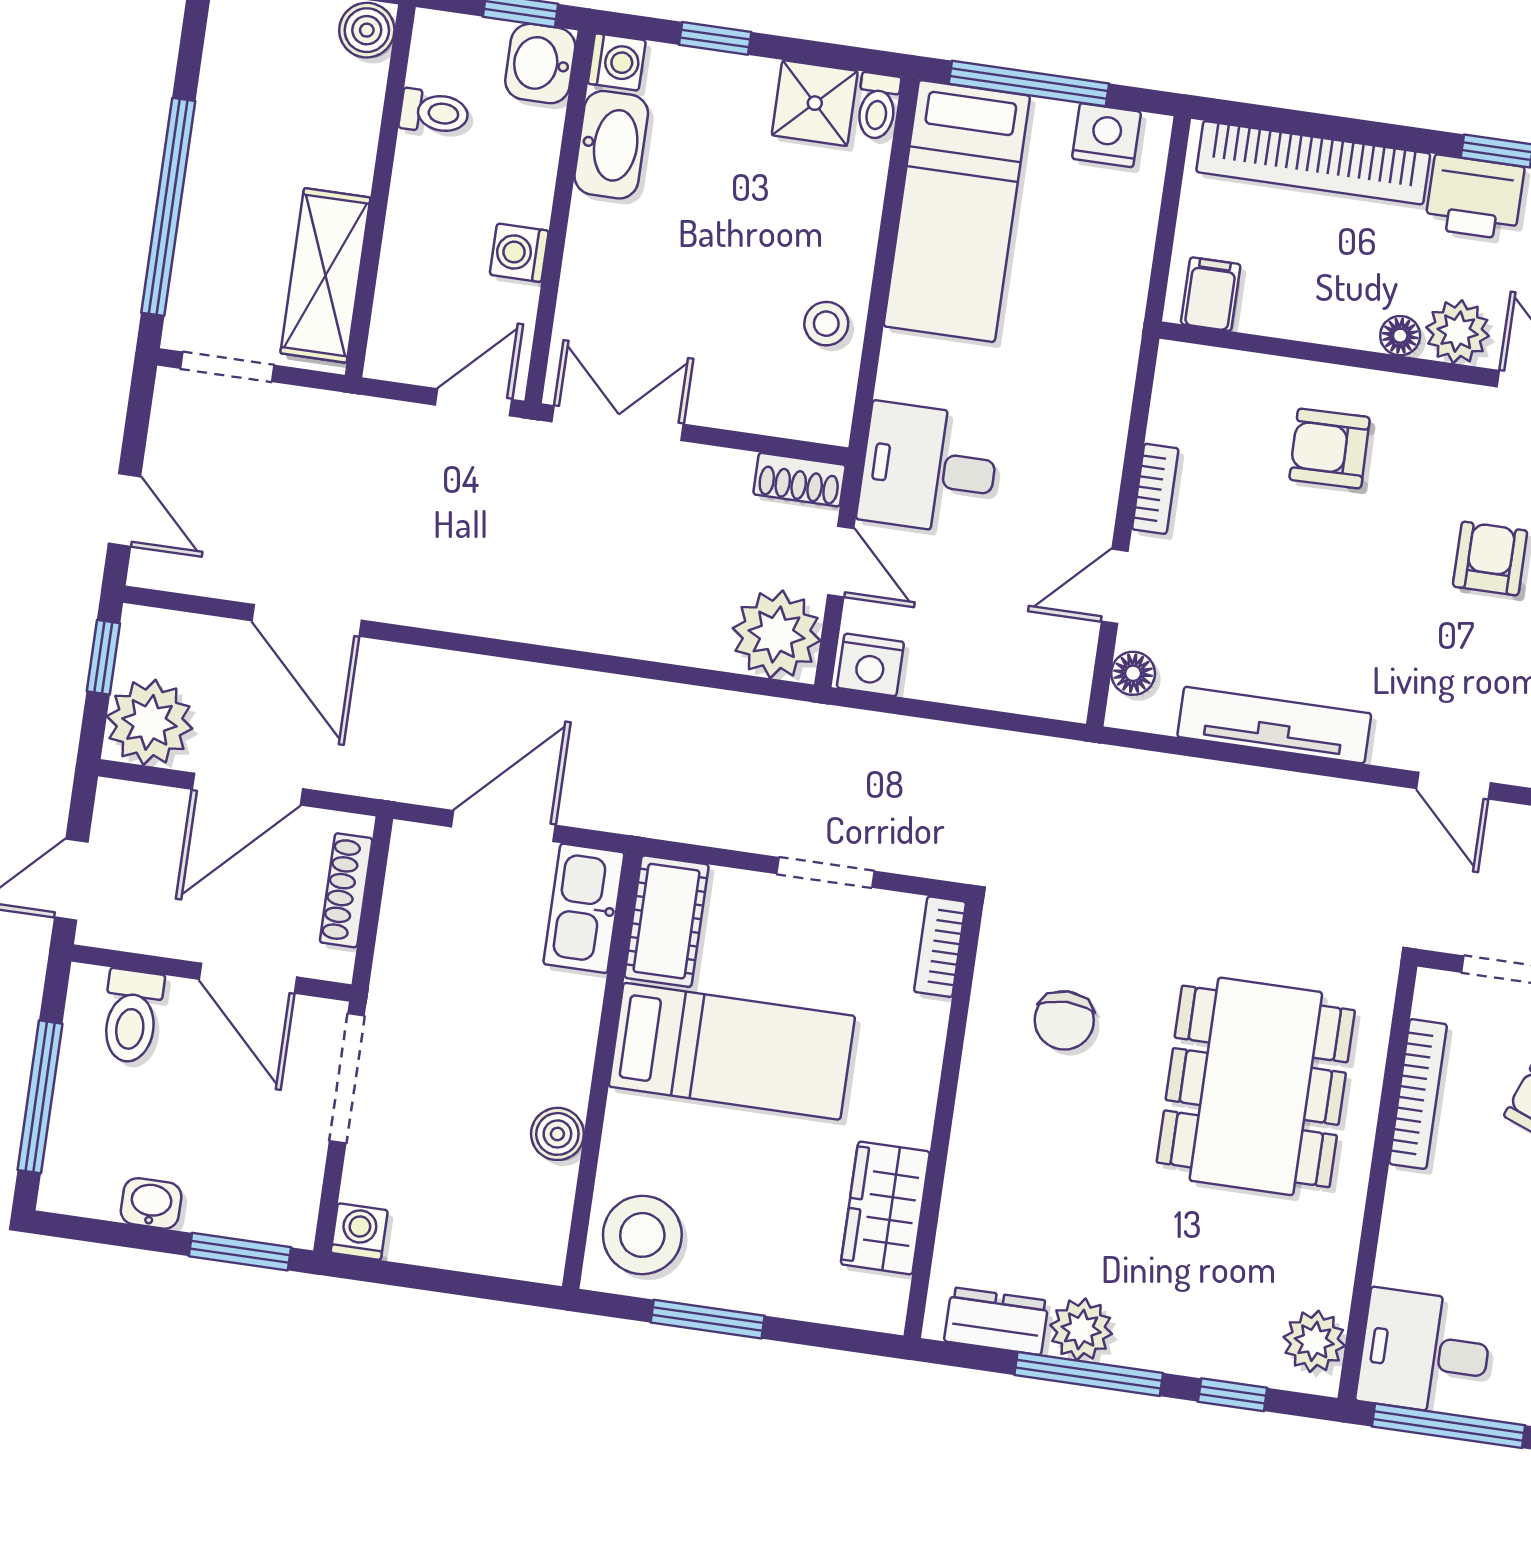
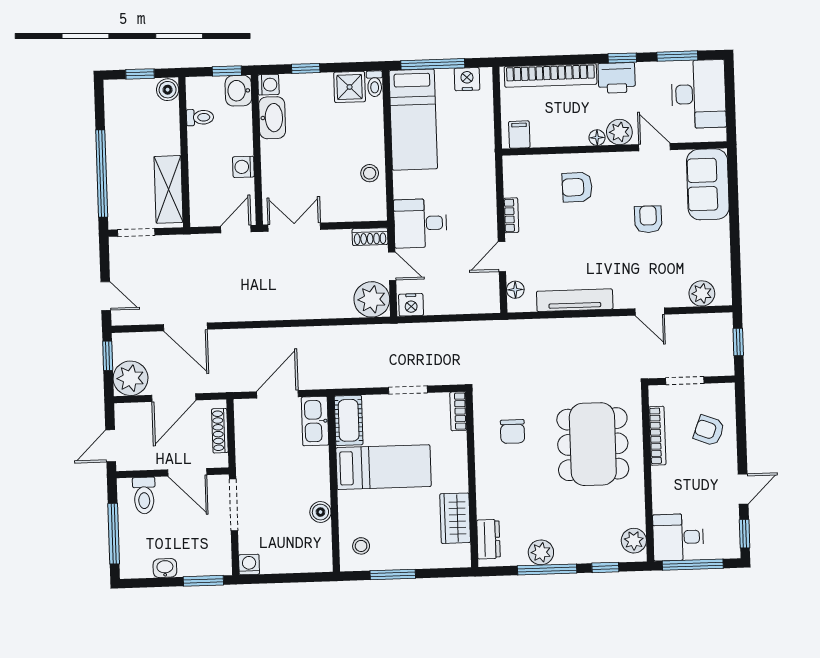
stool: (642, 1235) -> (361, 546), width x0.53, depth x0.53
dresser: (996, 1321) -> (488, 539), moved, turned 90

